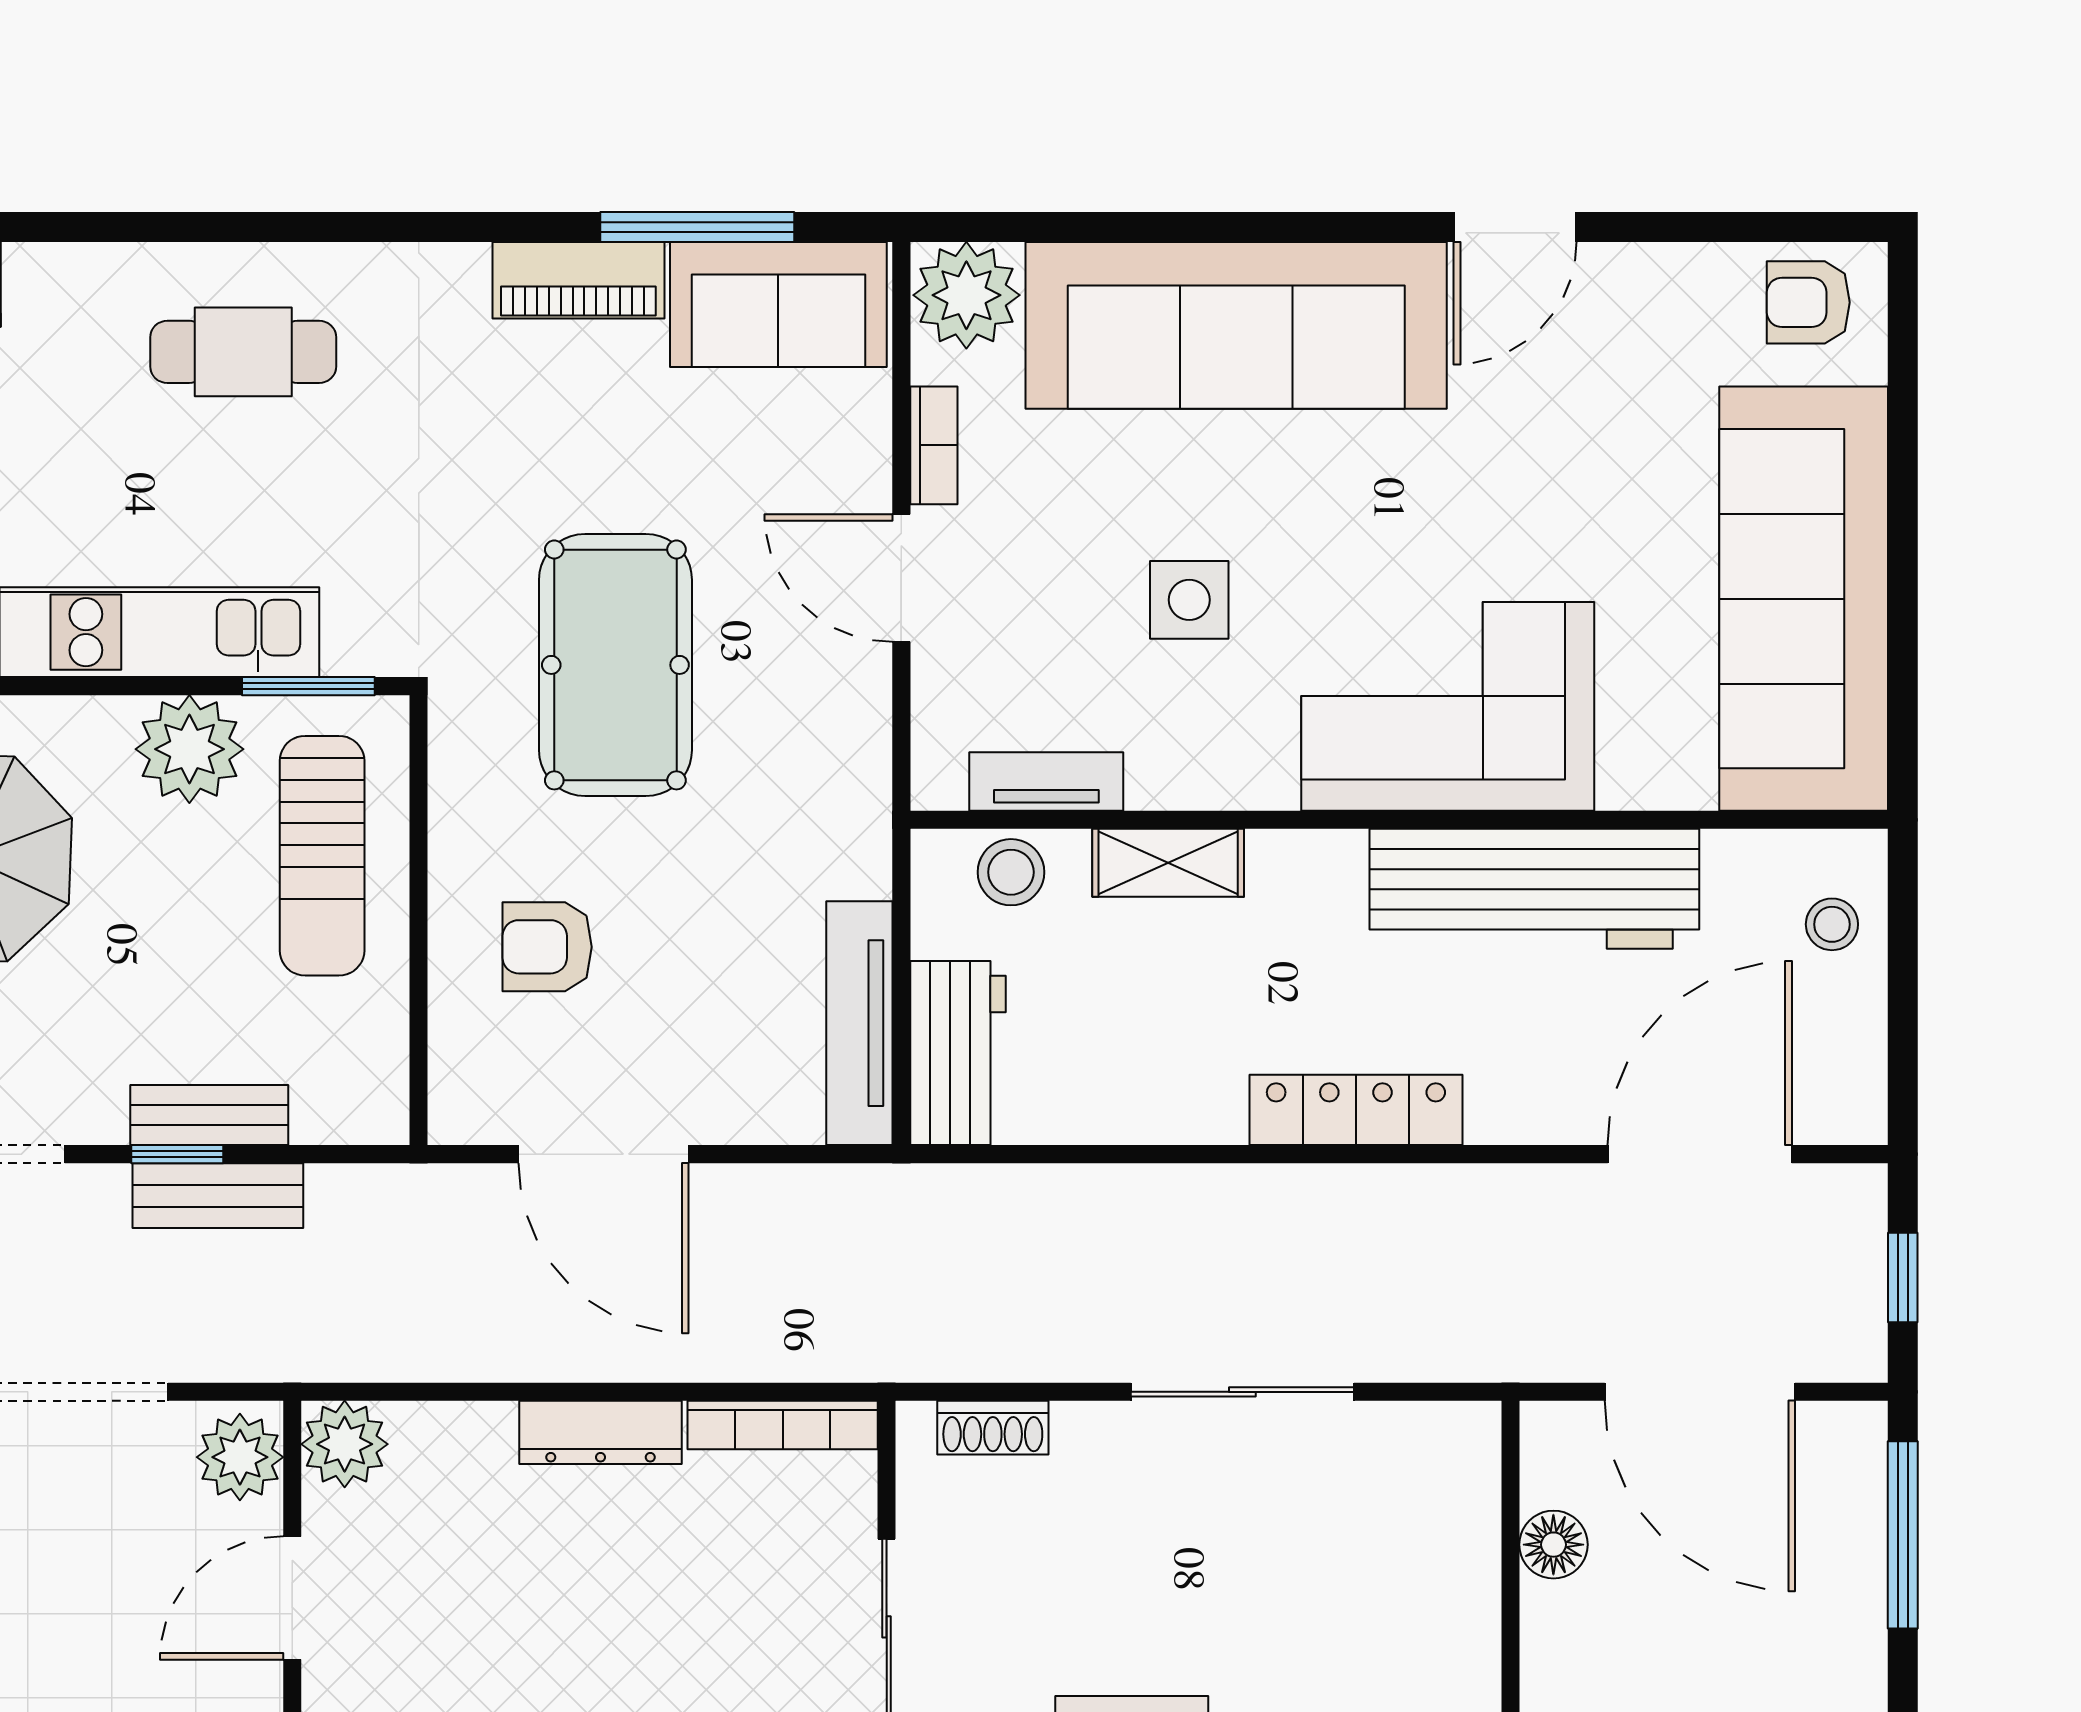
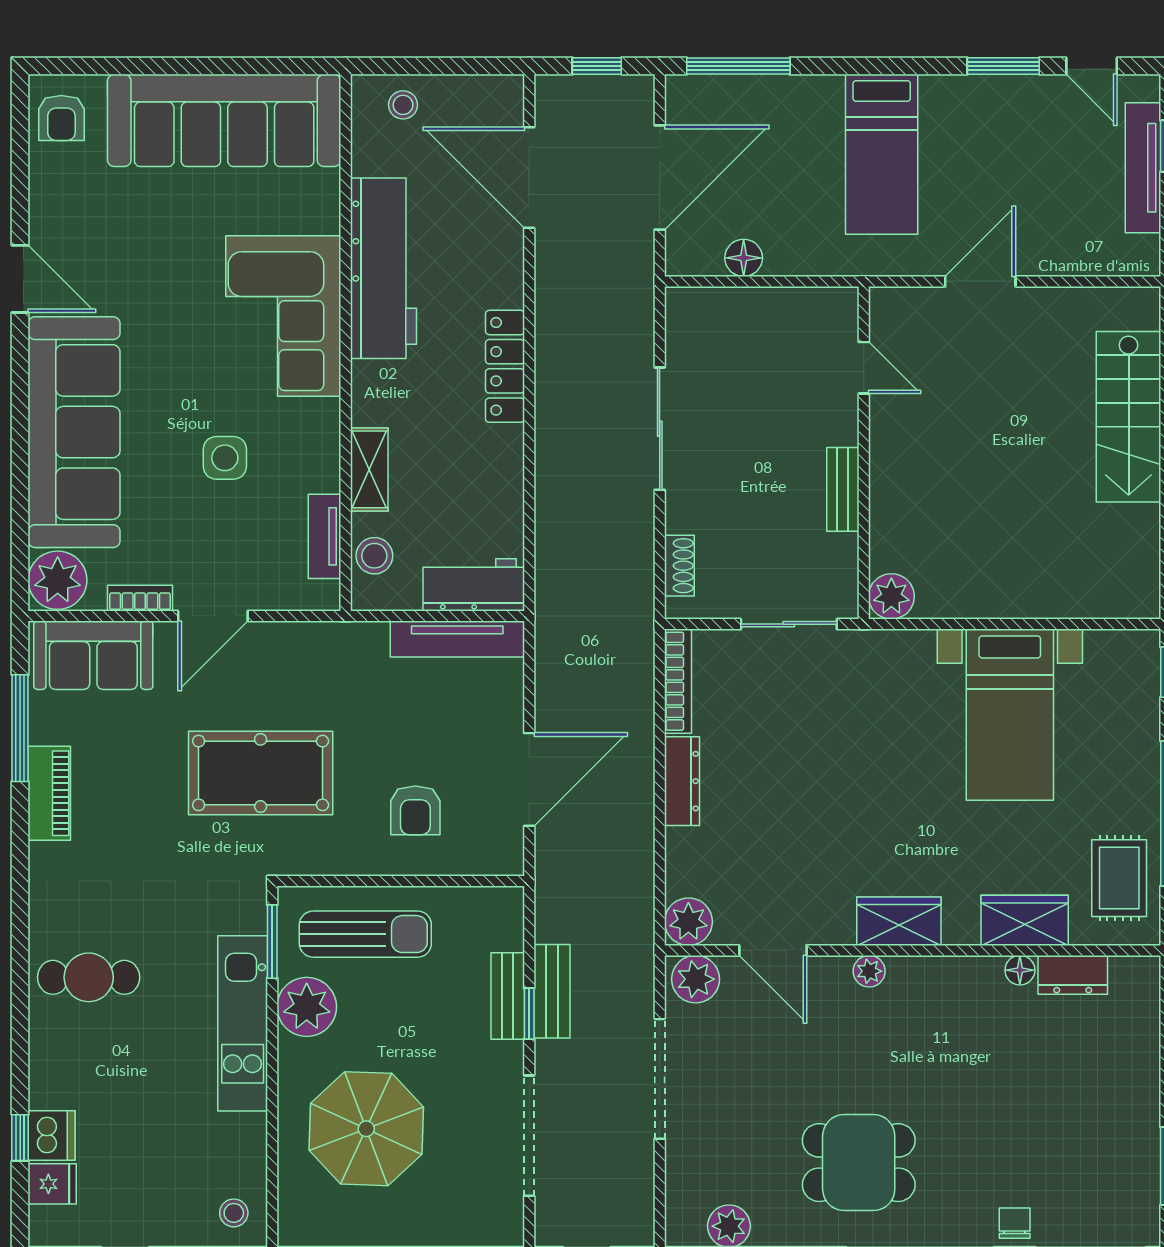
sofa: (778, 304) -> (93, 655), moved, turned 90
cafe table: (243, 352) -> (89, 977), turned 90

